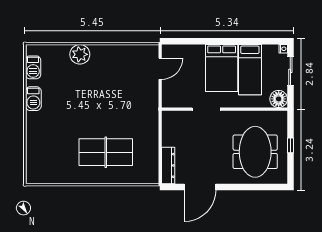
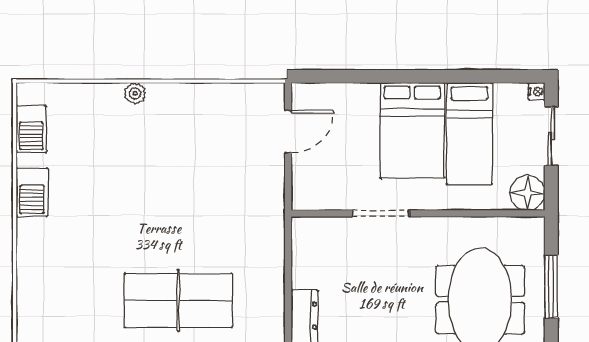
plant: (80, 54) -> (135, 93), width x0.53, depth x0.53
window: (290, 145) -> (551, 287), width x2.17

